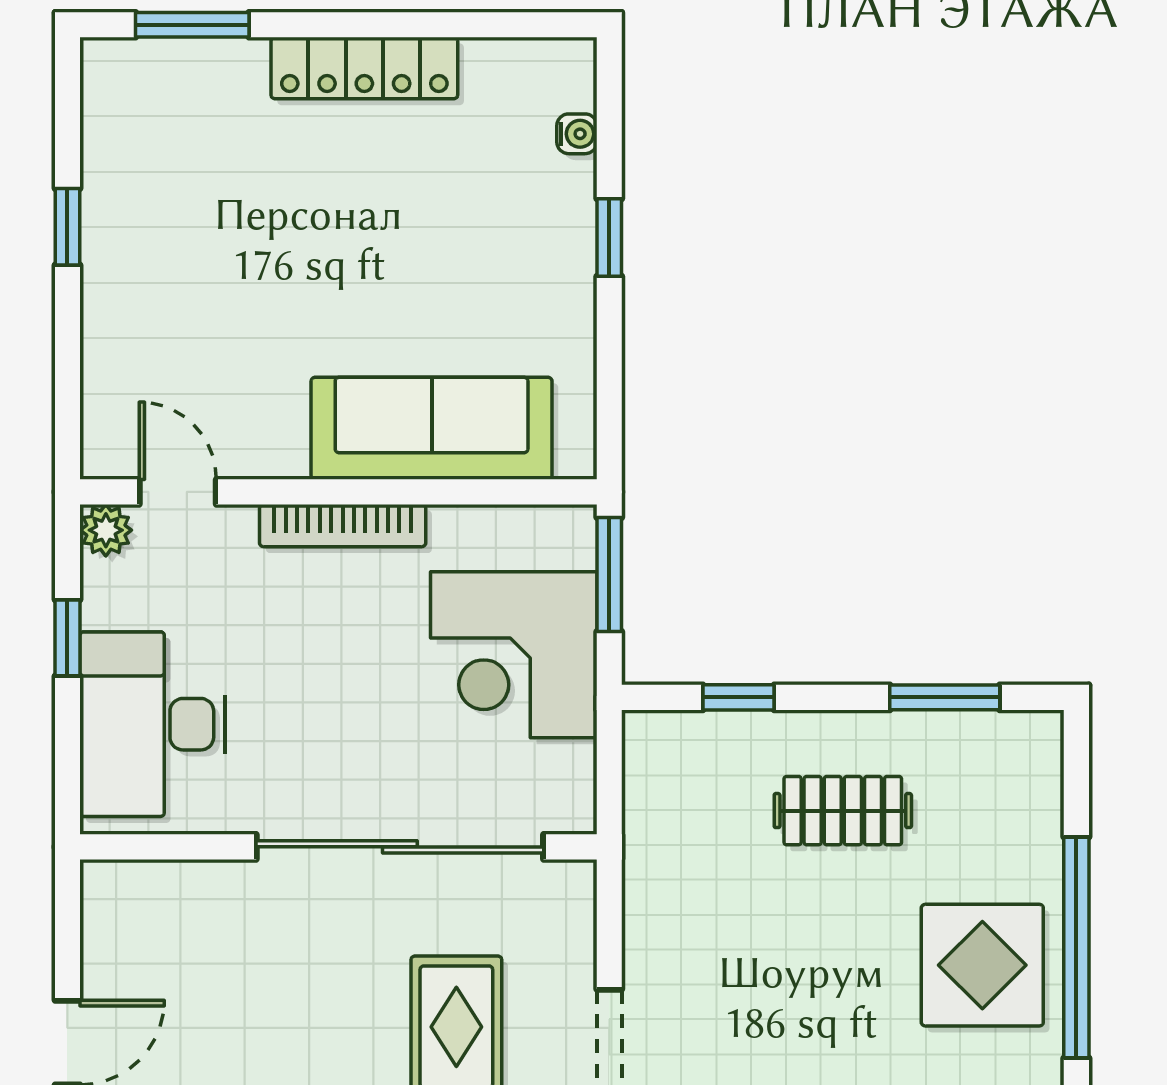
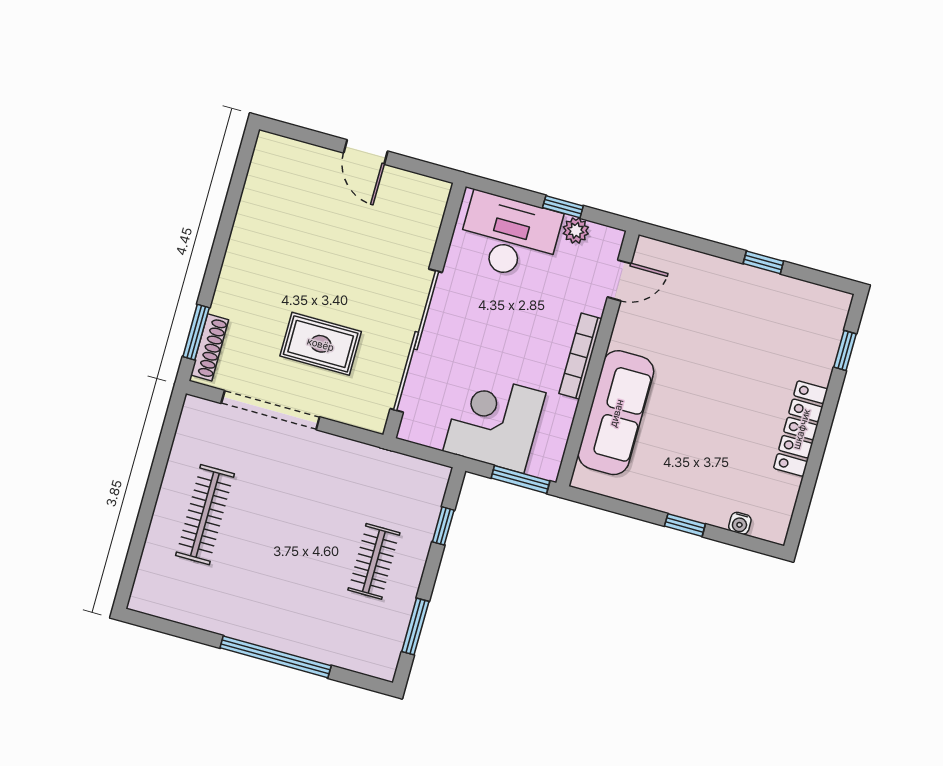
window: (192, 25) -> (845, 351), width x0.67
plant: (106, 530) -> (576, 230), moved
display table: (982, 965) -> (280, 609), removed

